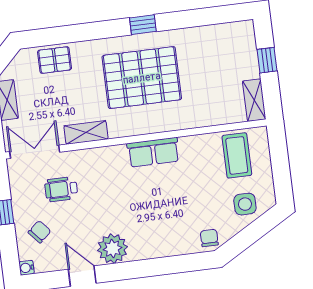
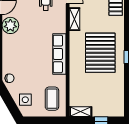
row of seats: (153, 152) -> (59, 54), width x1.48
coffee table: (237, 155) -> (52, 99), turned 90

